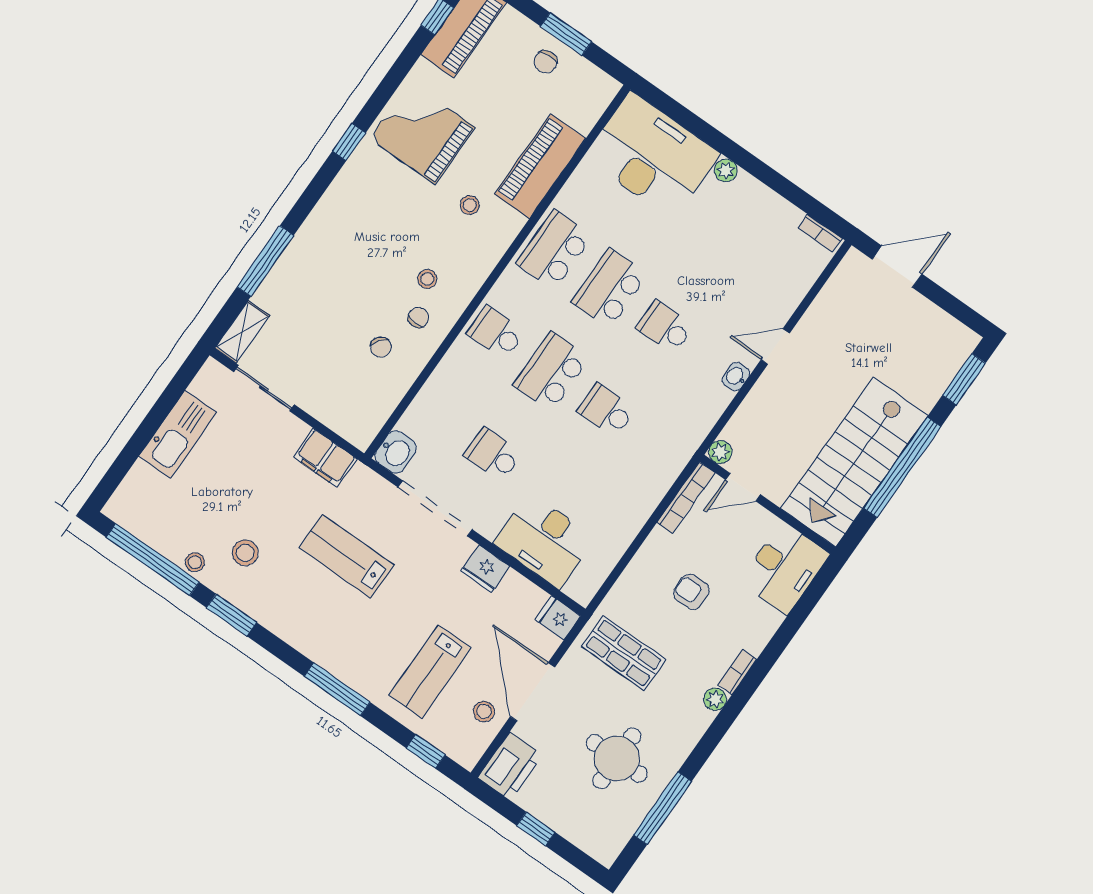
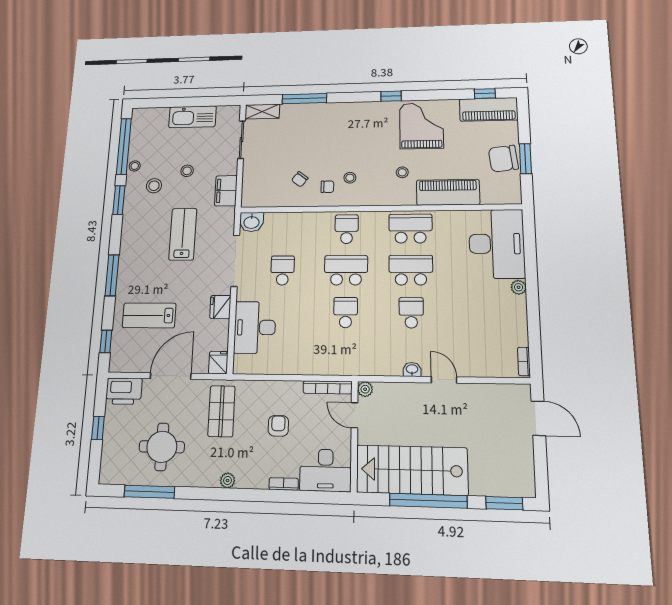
chair: (546, 62) -> (503, 159), width x1.87, depth x1.87
bookcase: (737, 672) -> (284, 484), moved
stool: (484, 712) -> (187, 171), moved

